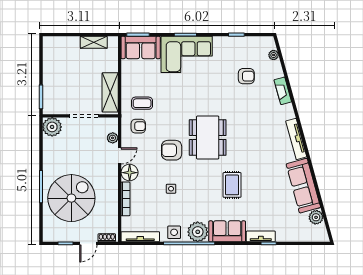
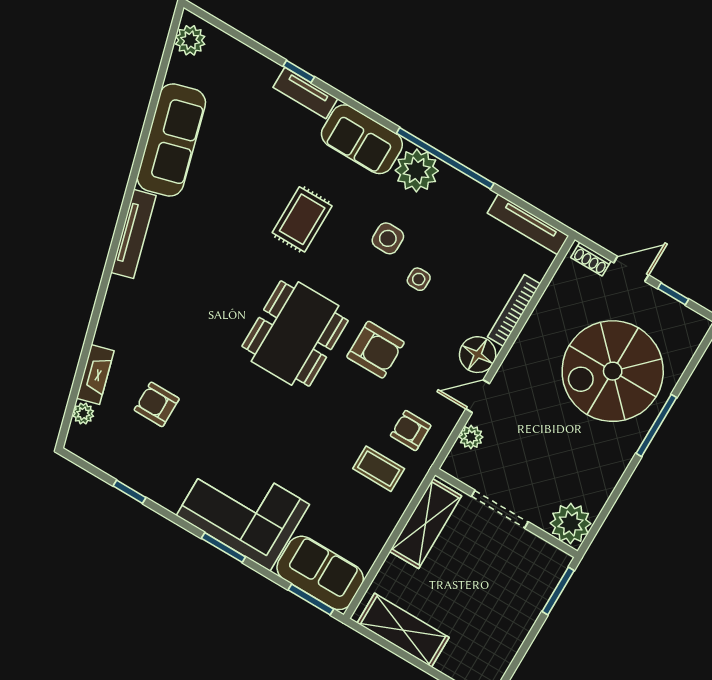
shelving: (94, 42) -> (403, 630), width x1.50, depth x1.33
fireplace: (283, 91) -> (95, 374), moved
plant: (316, 217) -> (190, 40), moved
side table: (174, 232) -> (388, 238), moved

